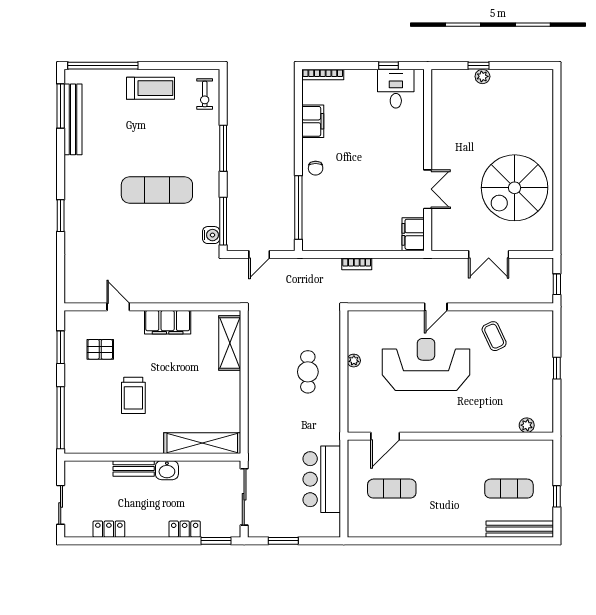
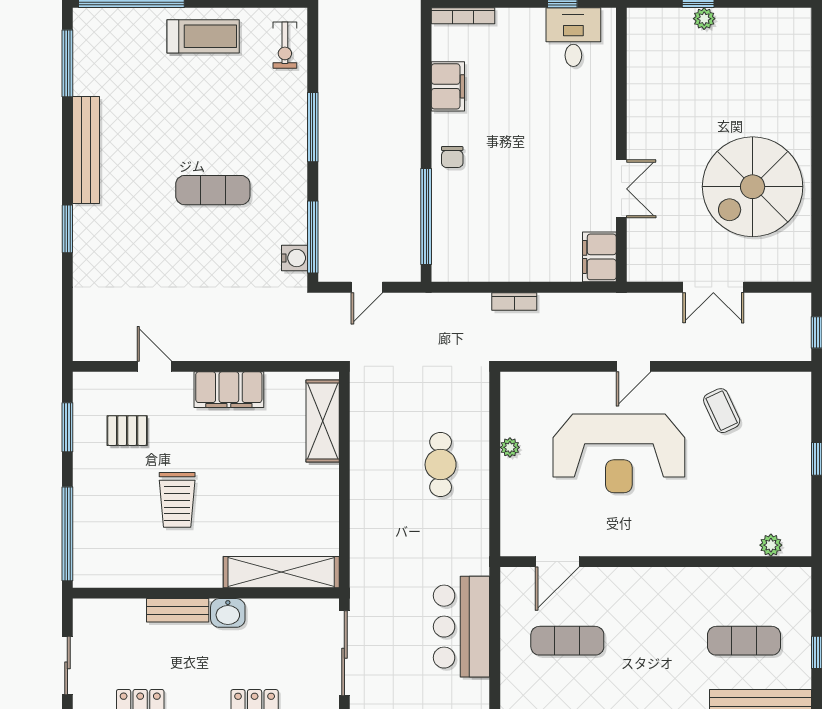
bench: (73, 119) -> (86, 150), moved
exercise mat: (157, 190) -> (213, 190), width x0.73, depth x0.69
reception desk: (426, 364) -> (619, 453), turned 180

